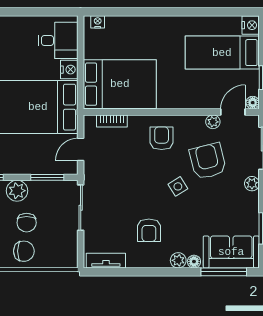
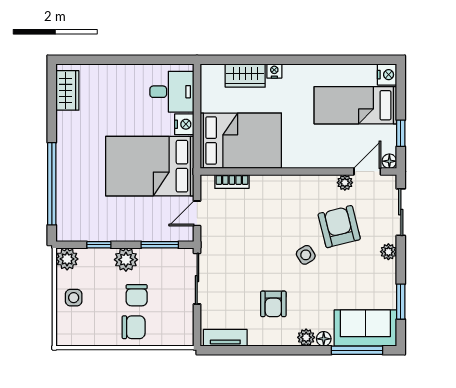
nightstand: (98, 22) -> (274, 71), moved
wardrobe: (124, 26) -> (245, 76), added
armchair: (162, 138) -> (288, 201), removed

